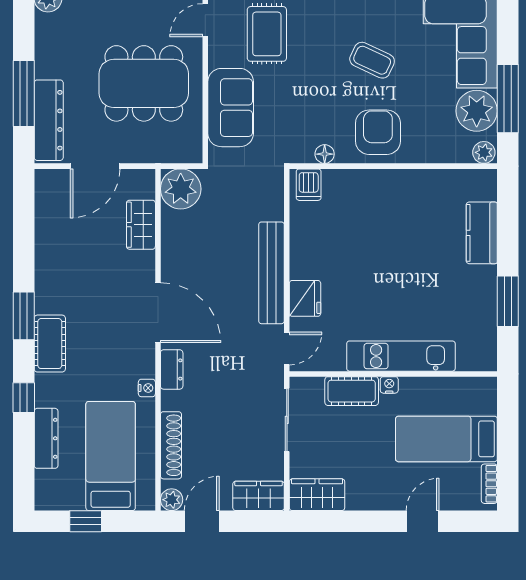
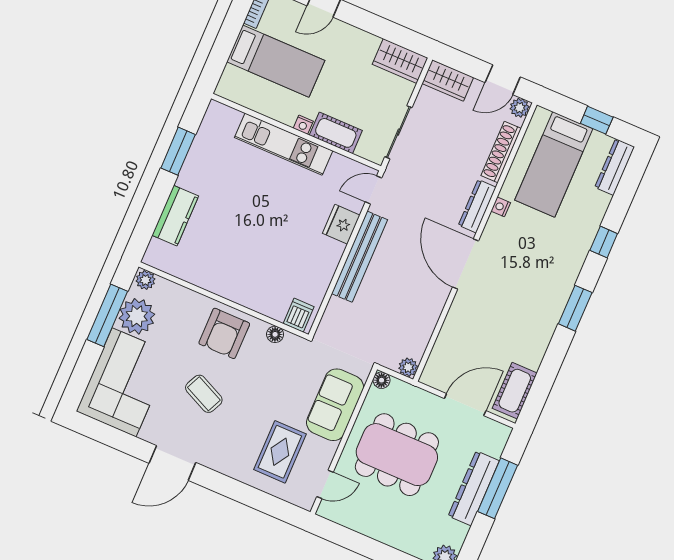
dresser: (49, 120) -> (474, 488), moved
floor lamp: (193, 154) -> (382, 380), added
plant: (181, 189) -> (408, 367), width x0.53, depth x0.53
wardrobe: (141, 225) -> (448, 341), removed
cot: (50, 344) -> (515, 391), moved
dresser: (172, 369) -> (477, 206), width x1.44
dresser: (46, 438) -> (615, 167), moved

